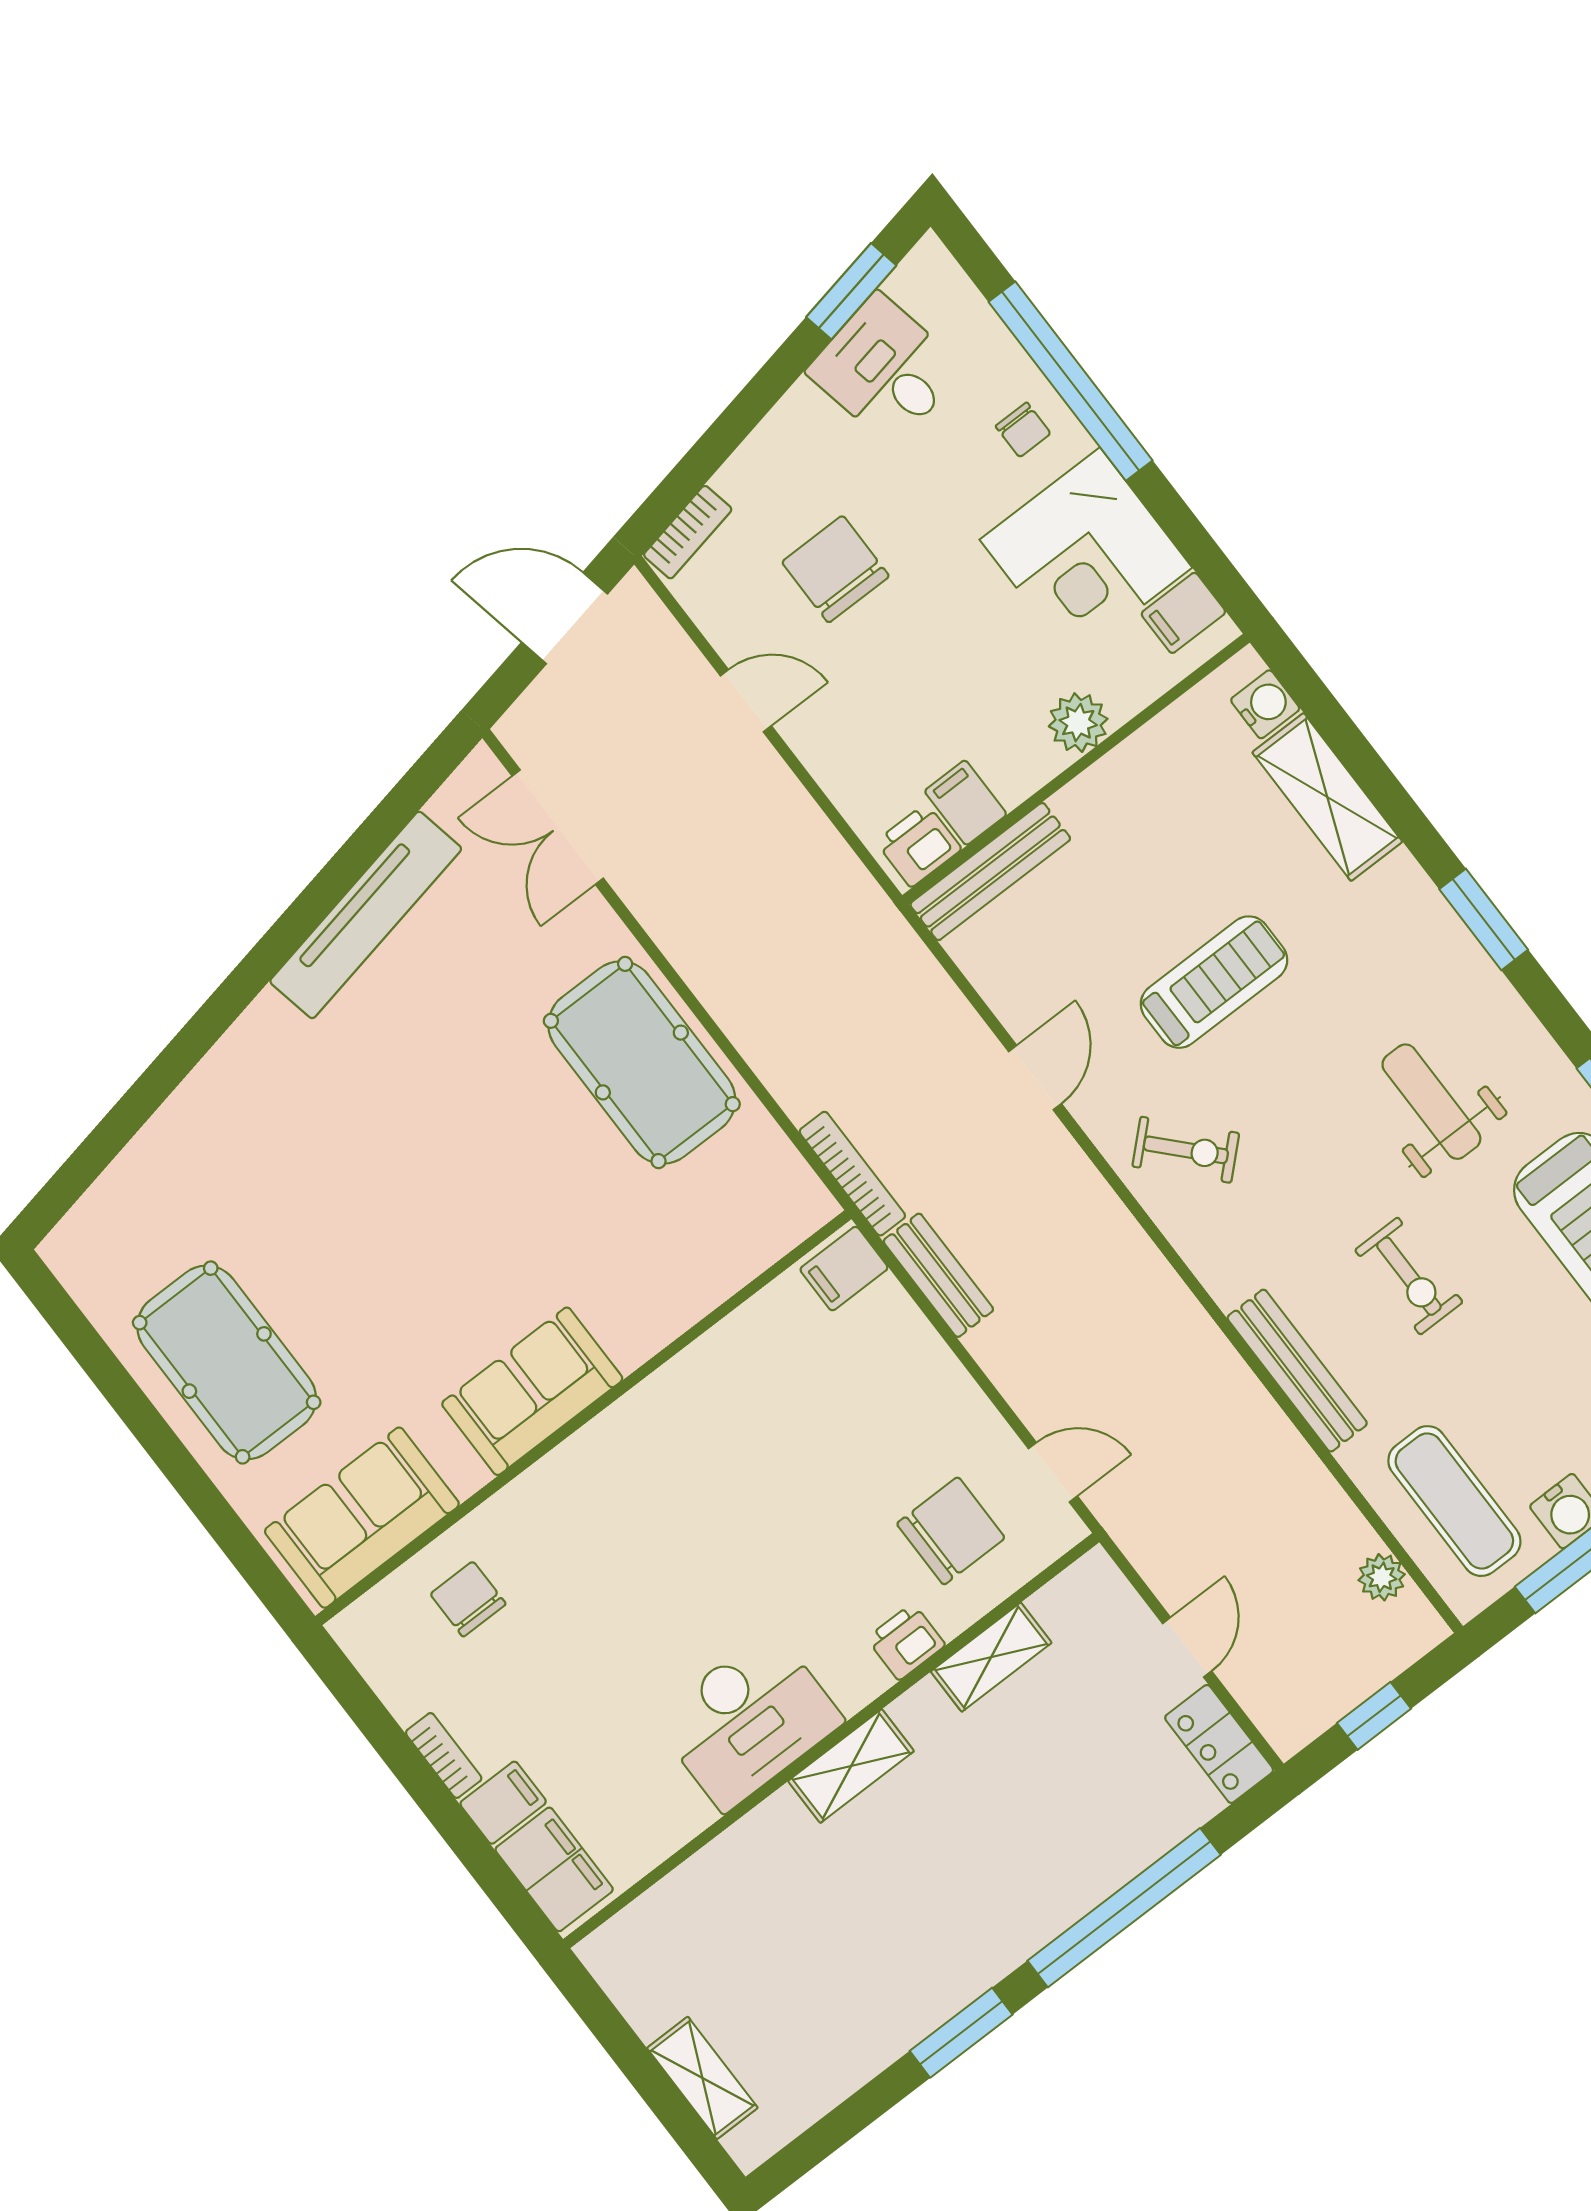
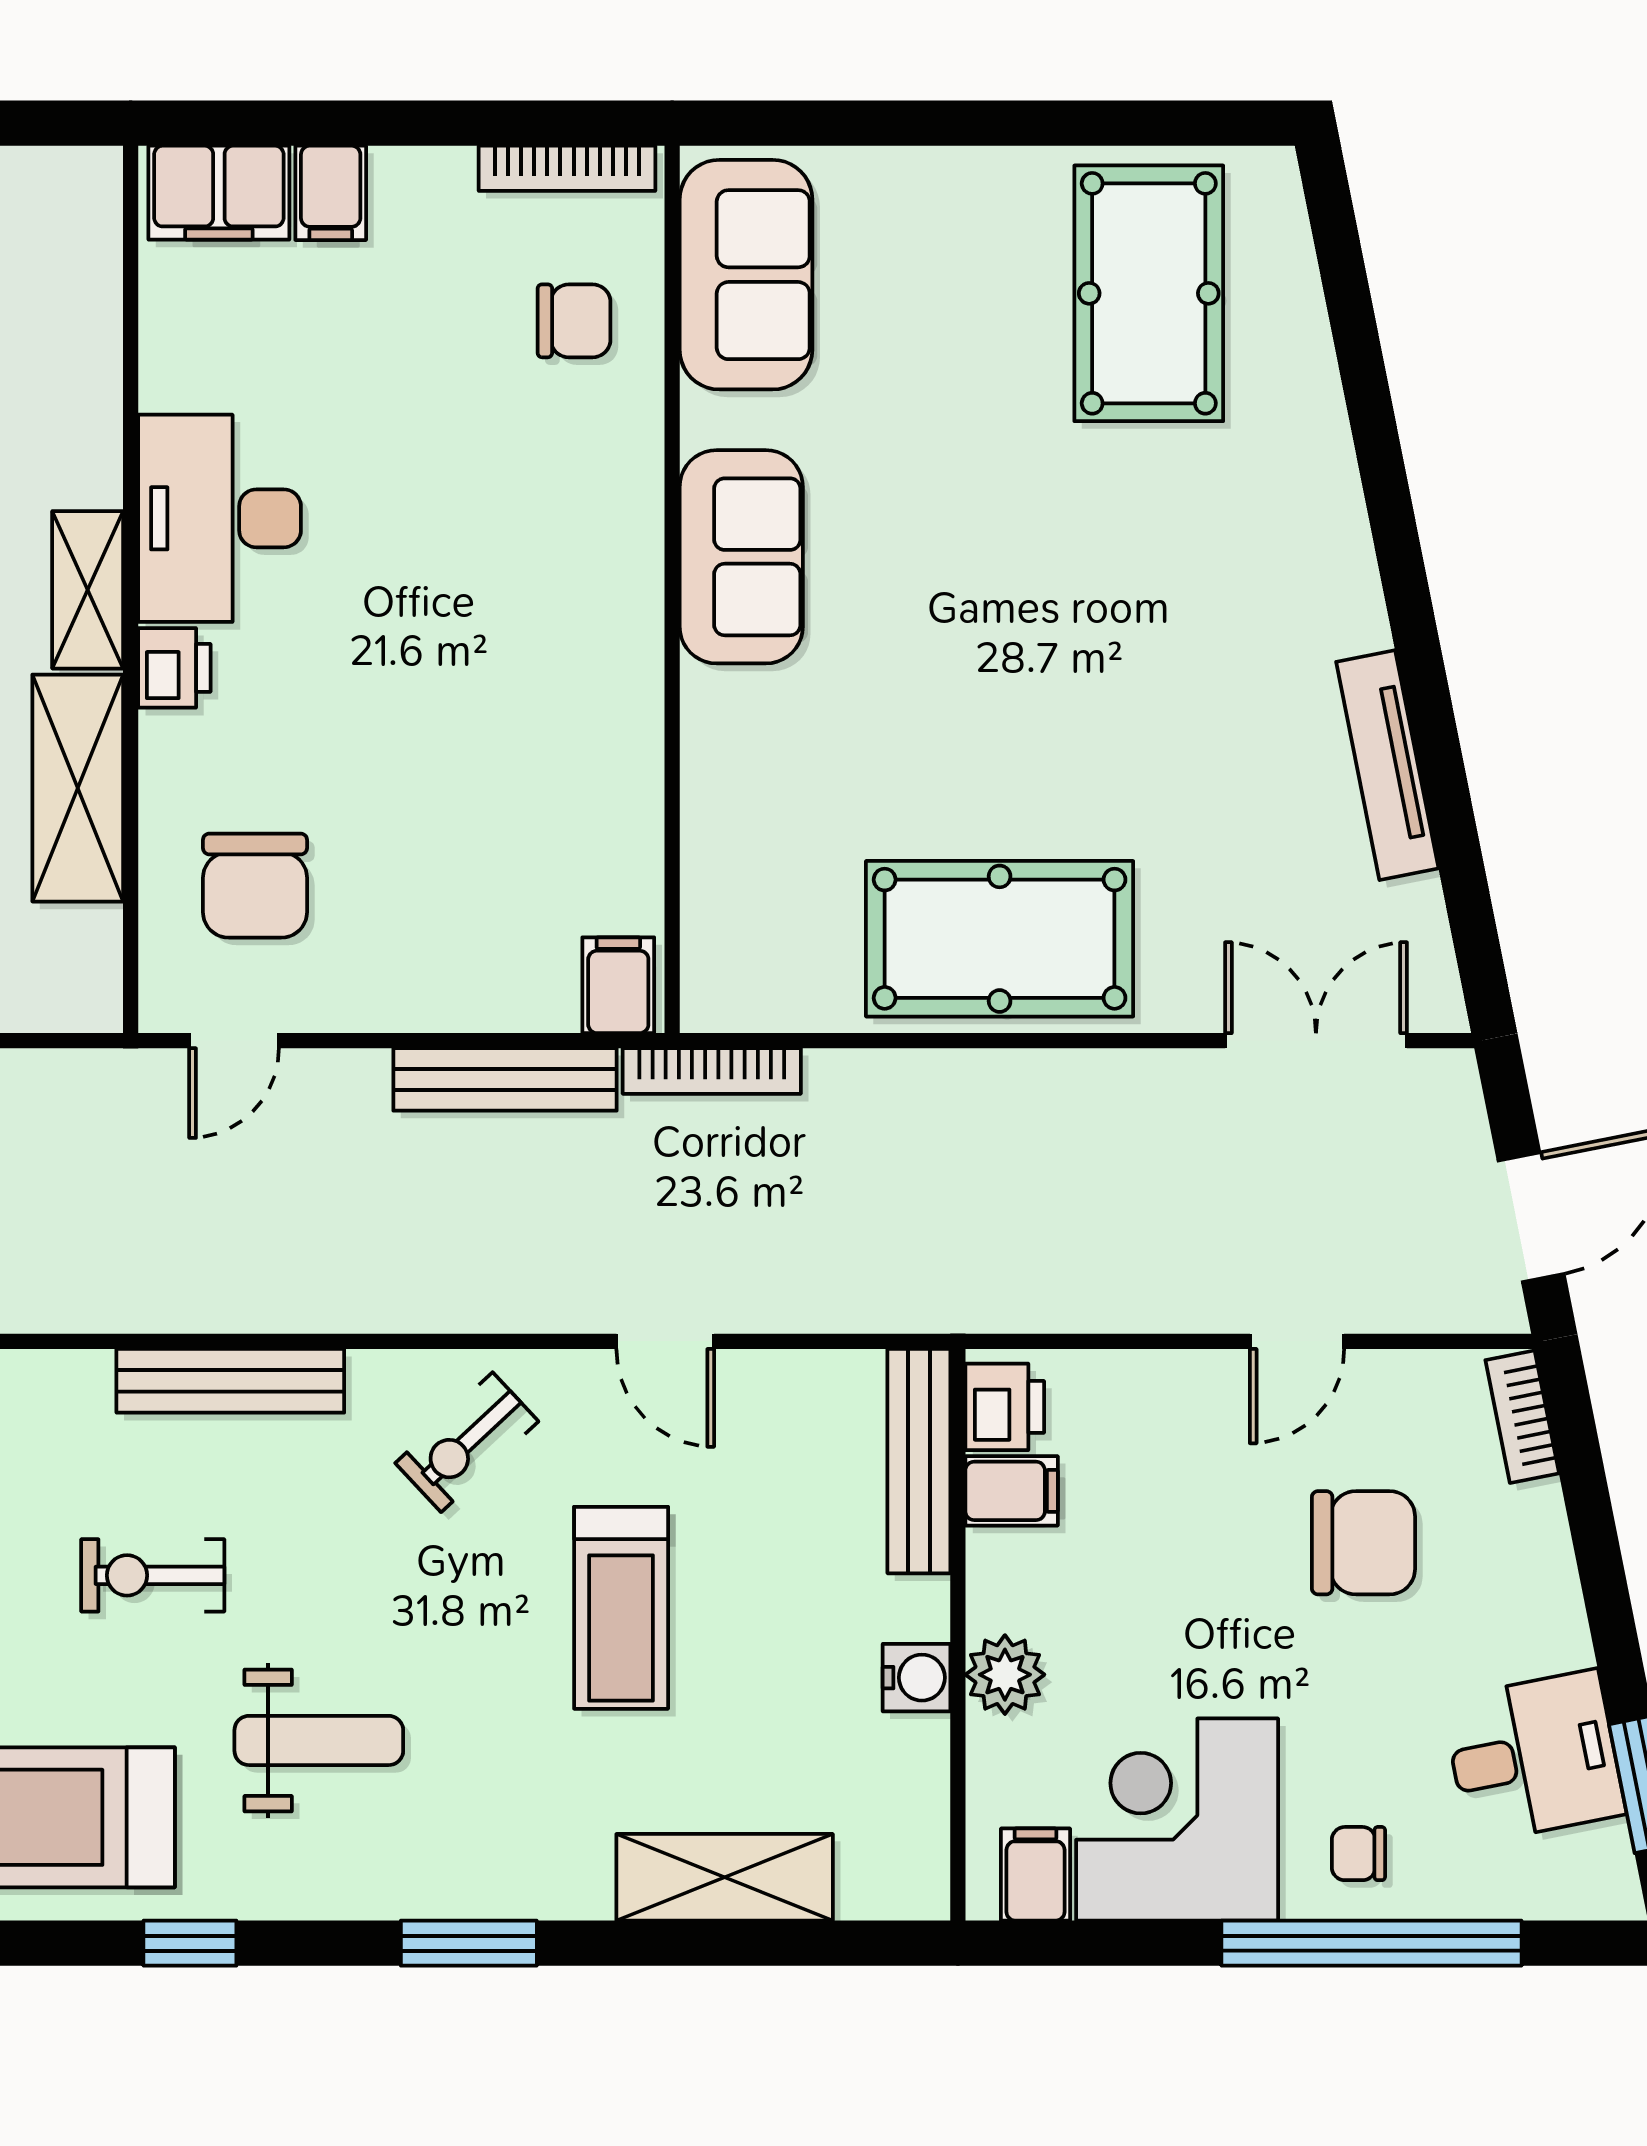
water cooler: (1265, 704) -> (916, 1678), moved, turned -90
tv unit: (366, 915) -> (1387, 765), width x0.73, depth x0.78
bench: (938, 1275) -> (505, 1079), width x1.36
pool table: (227, 1362) -> (1149, 293), moved, turned 90
bench: (1297, 1371) -> (230, 1381), moved
printer: (906, 1642) -> (174, 668), moved
shelving: (991, 1657) -> (78, 788), width x1.50, depth x1.33
bookcase: (444, 1755) -> (567, 168), moved, width x1.56

